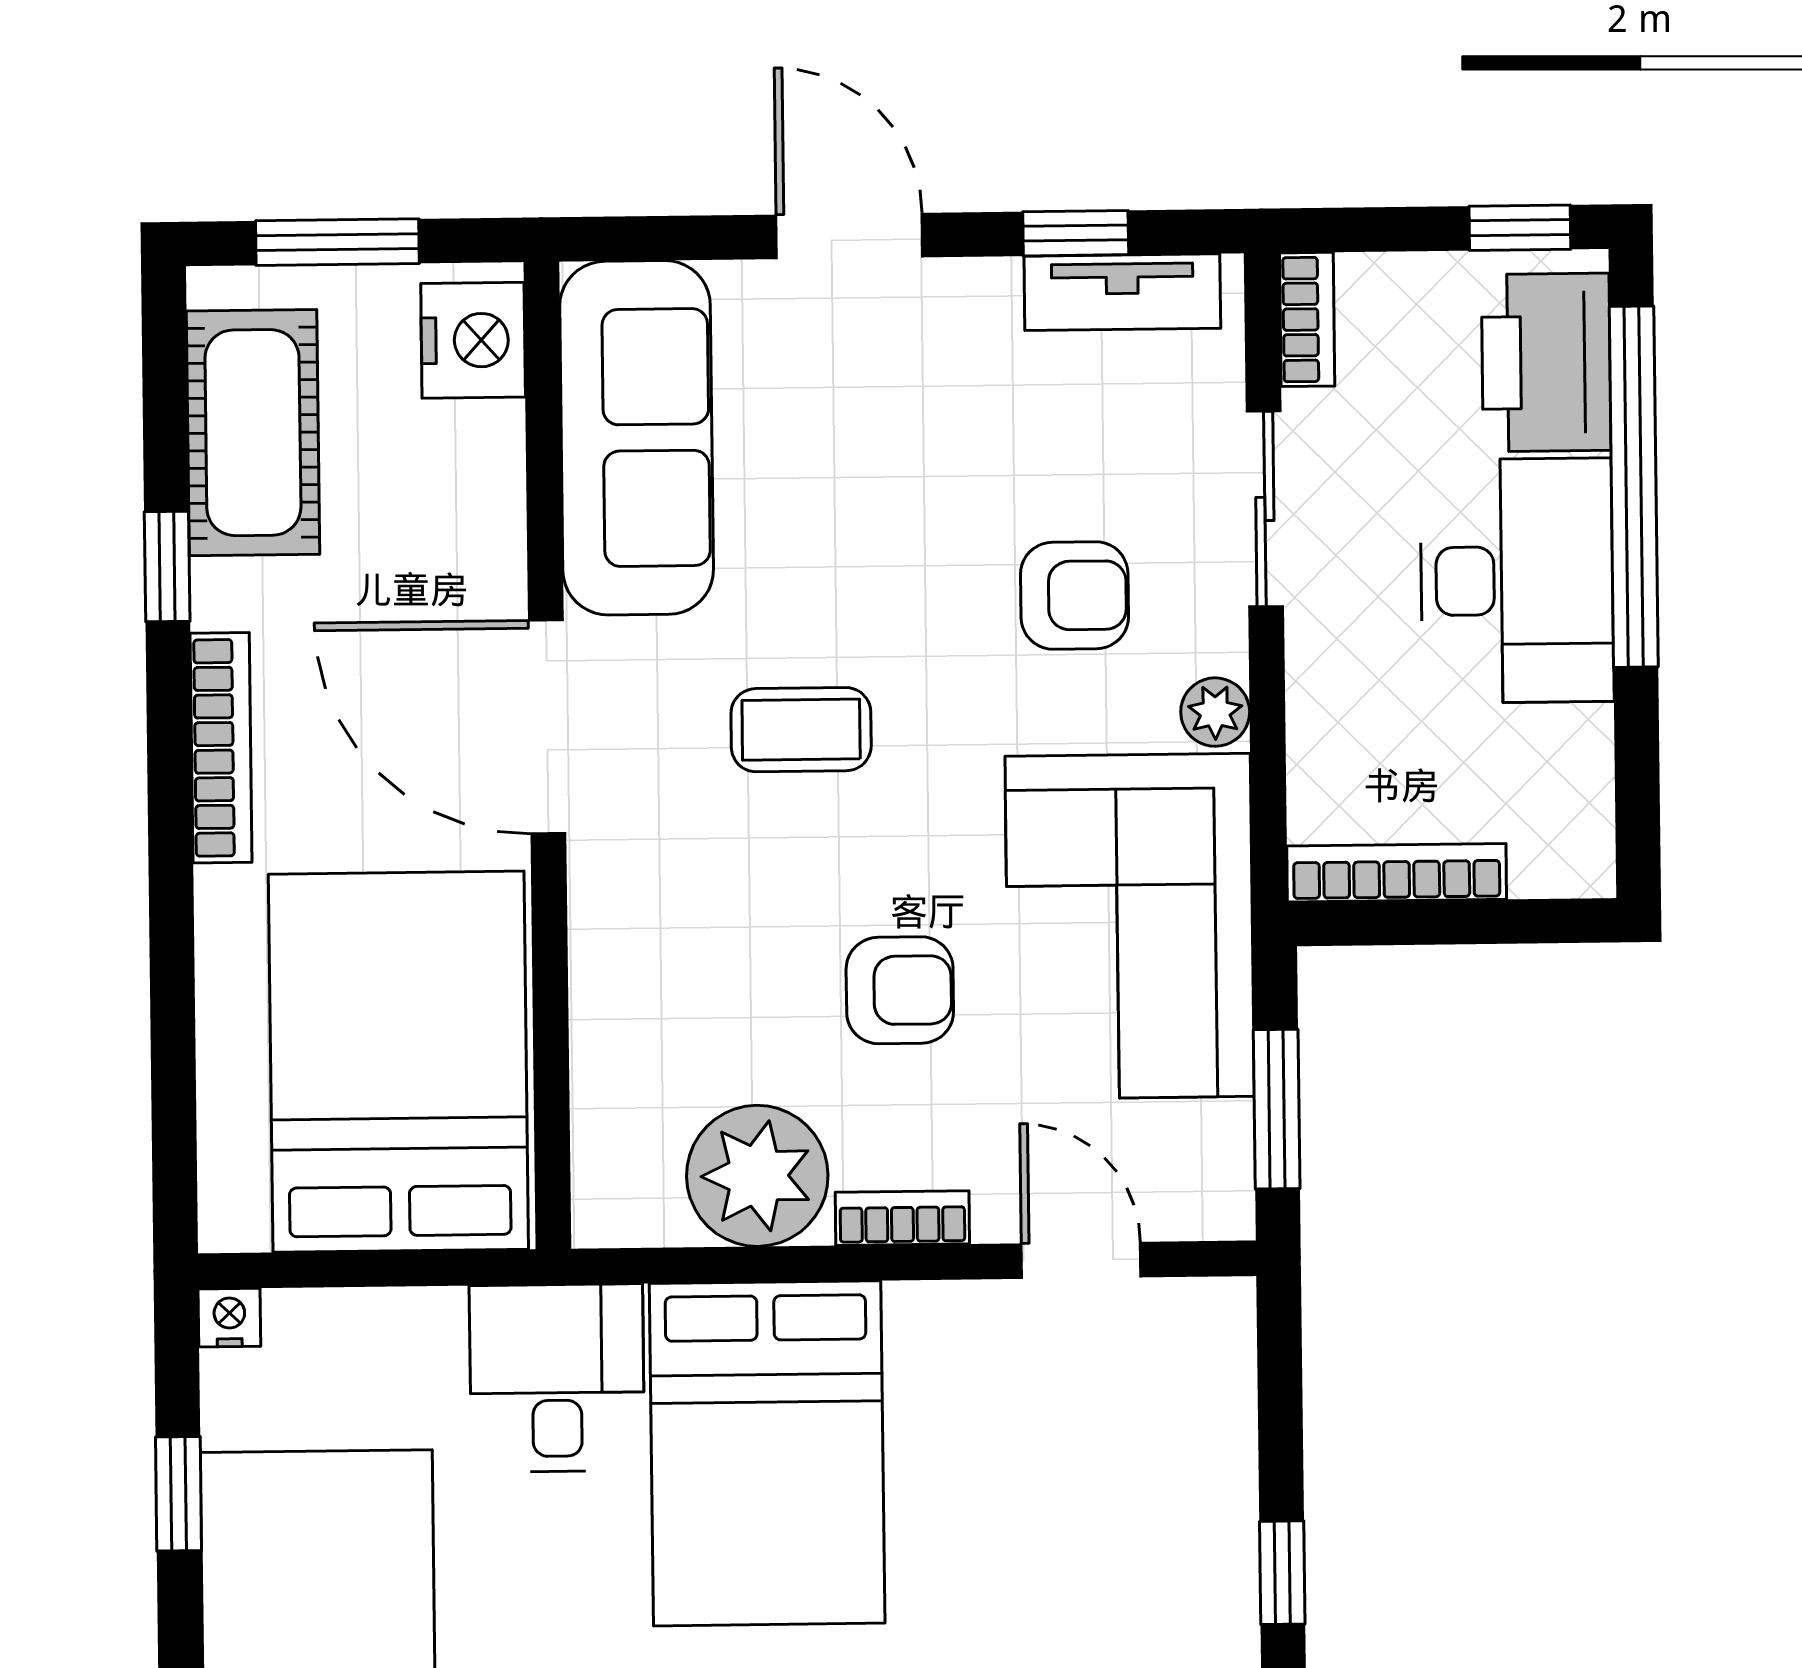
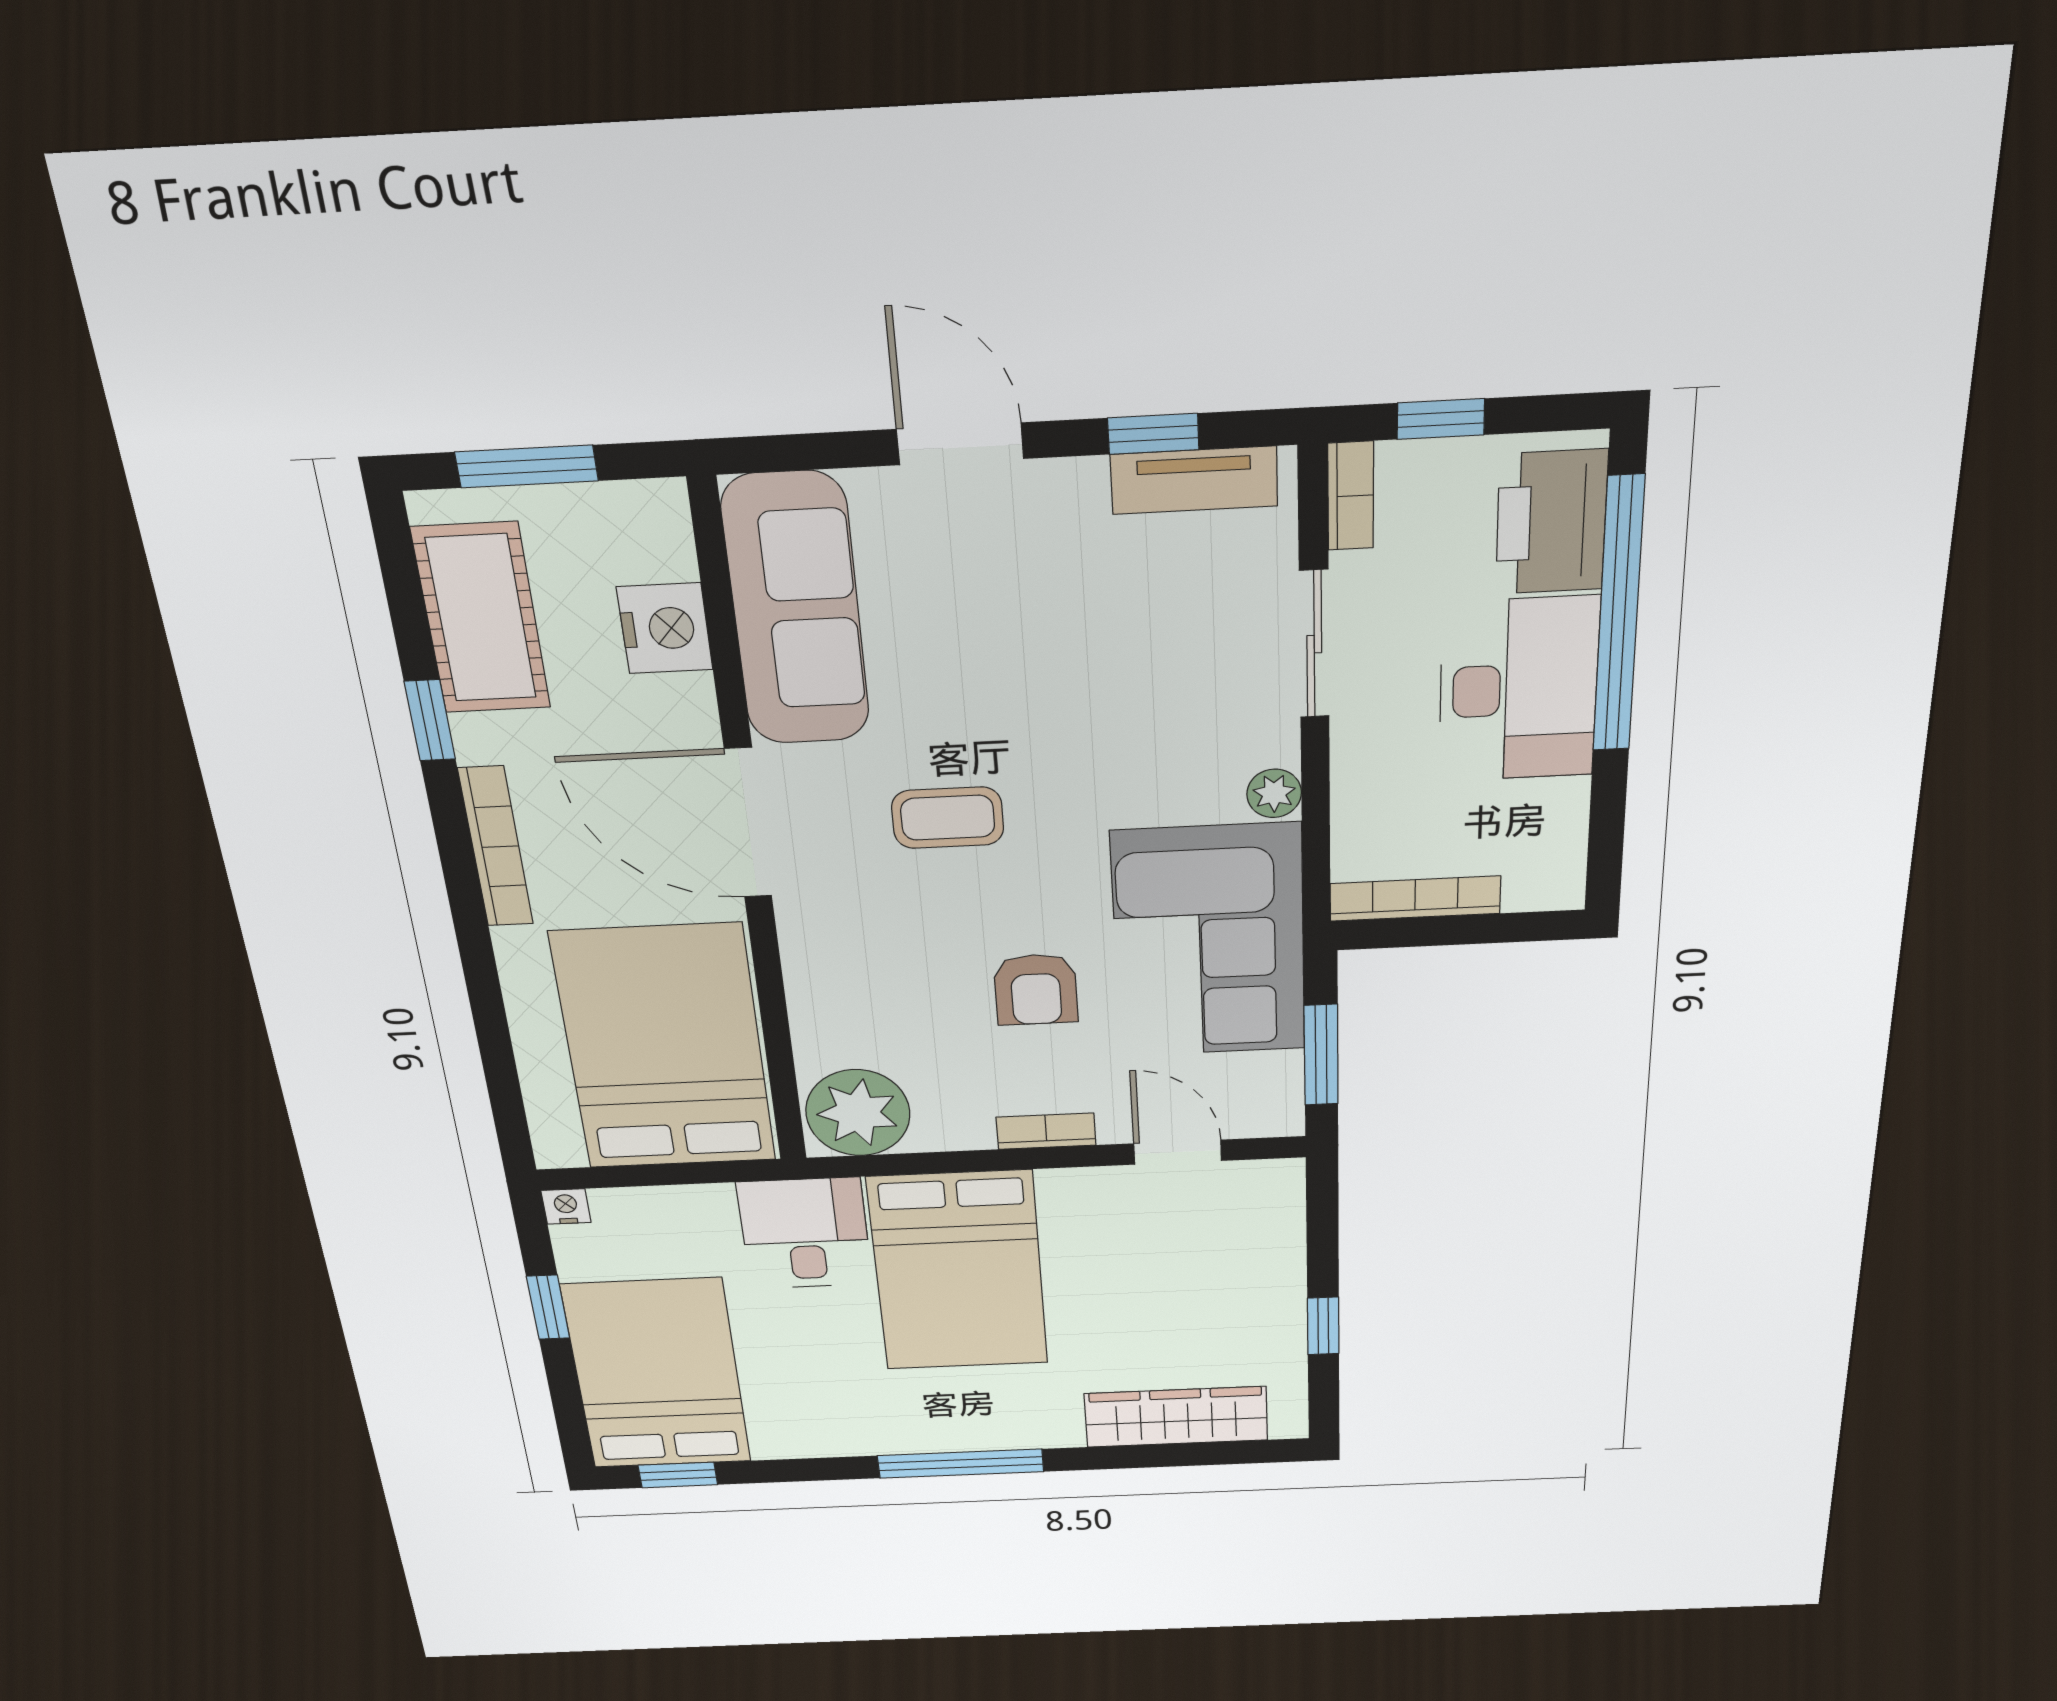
window: (1520, 228) -> (1441, 419), moved
nightstand: (473, 340) -> (665, 628), moved
armchair: (1074, 595) -> (1160, 714), removed
armchair: (900, 990) -> (1036, 989), turned 90
plant: (757, 1176) -> (858, 1113), moved

